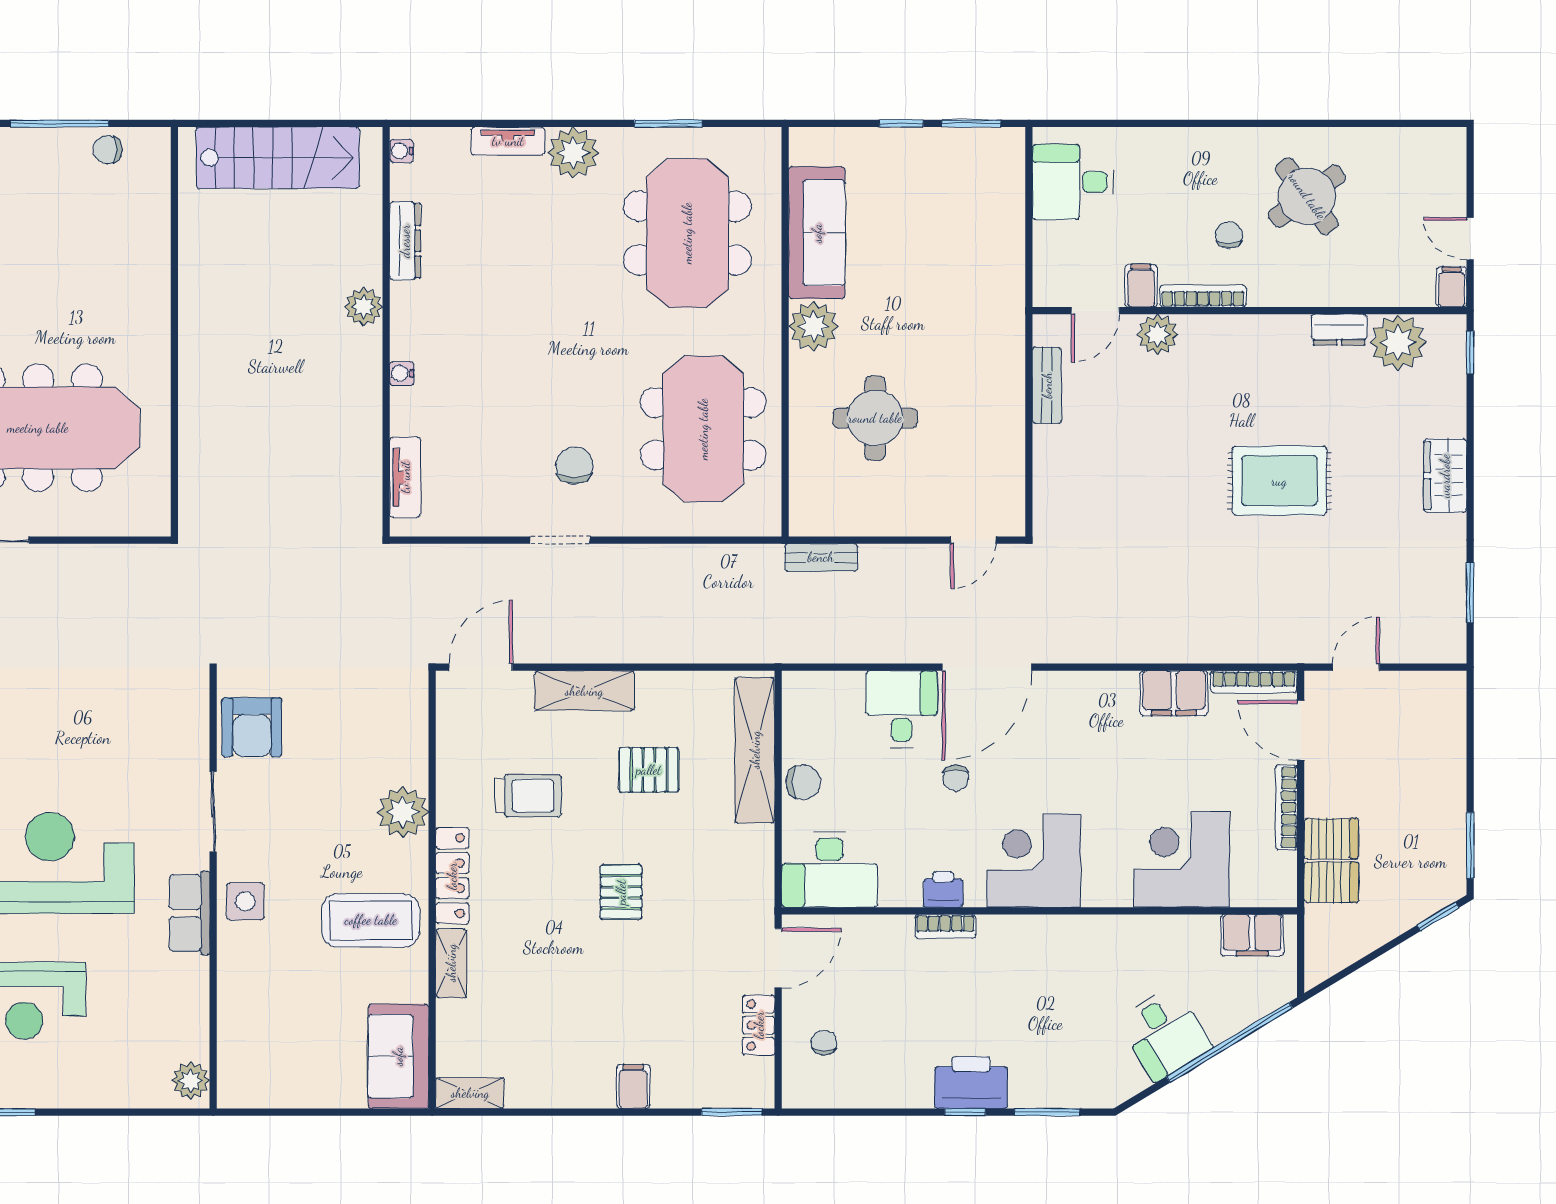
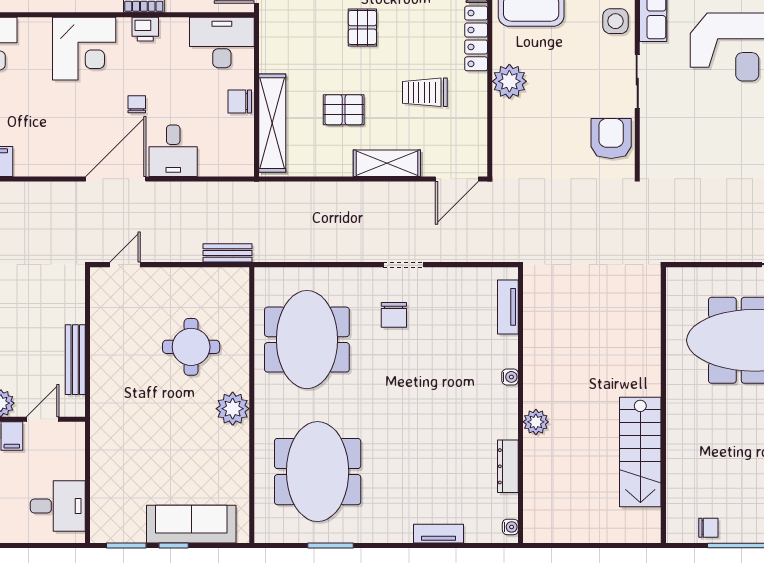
plant: (573, 153) -> (395, 526), removed
stairs: (278, 158) -> (640, 452), moved, turned -90
sofa: (817, 233) -> (191, 524), moved, turned 90
bench: (1047, 385) -> (75, 360), width x1.36

